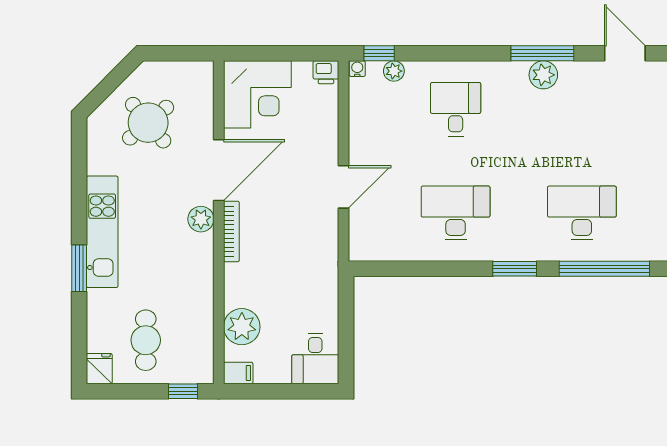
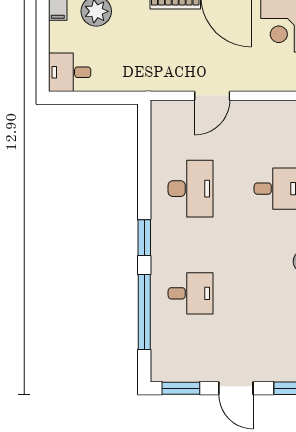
door: (344, 187) -> (212, 96), hinge flipped
desk: (582, 213) -> (191, 293), width x0.73

